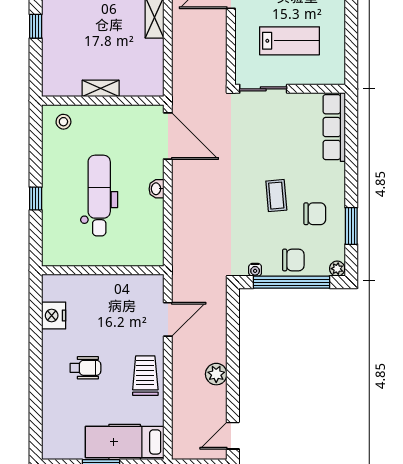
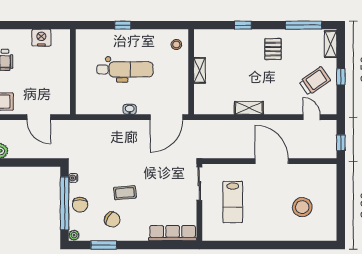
chair: (315, 214) -> (112, 220), turned -59

